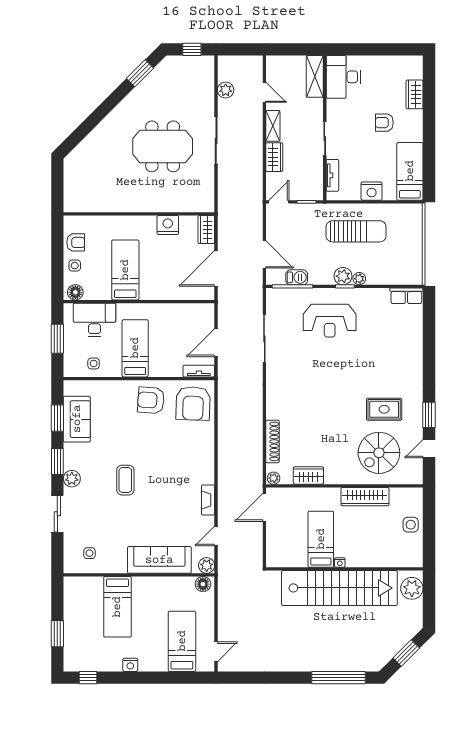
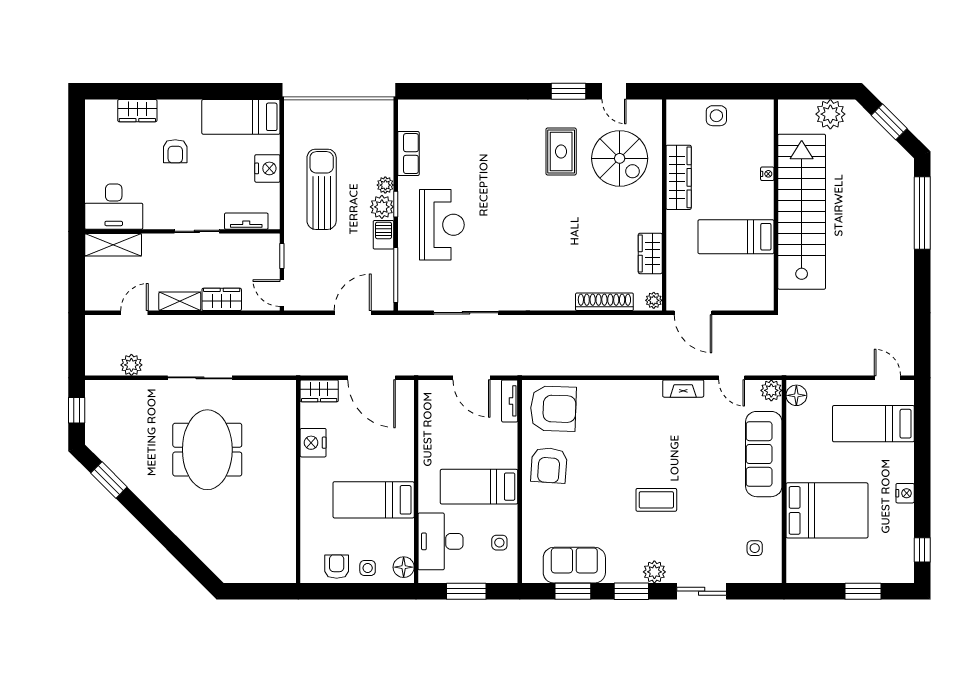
barbecue: (297, 277) -> (384, 235), moved
row of seats: (406, 296) -> (408, 154), moved
nightstand: (340, 562) -> (767, 174), moved
plant: (412, 588) -> (830, 114), moved
bed: (117, 607) -> (827, 510), width x1.50

